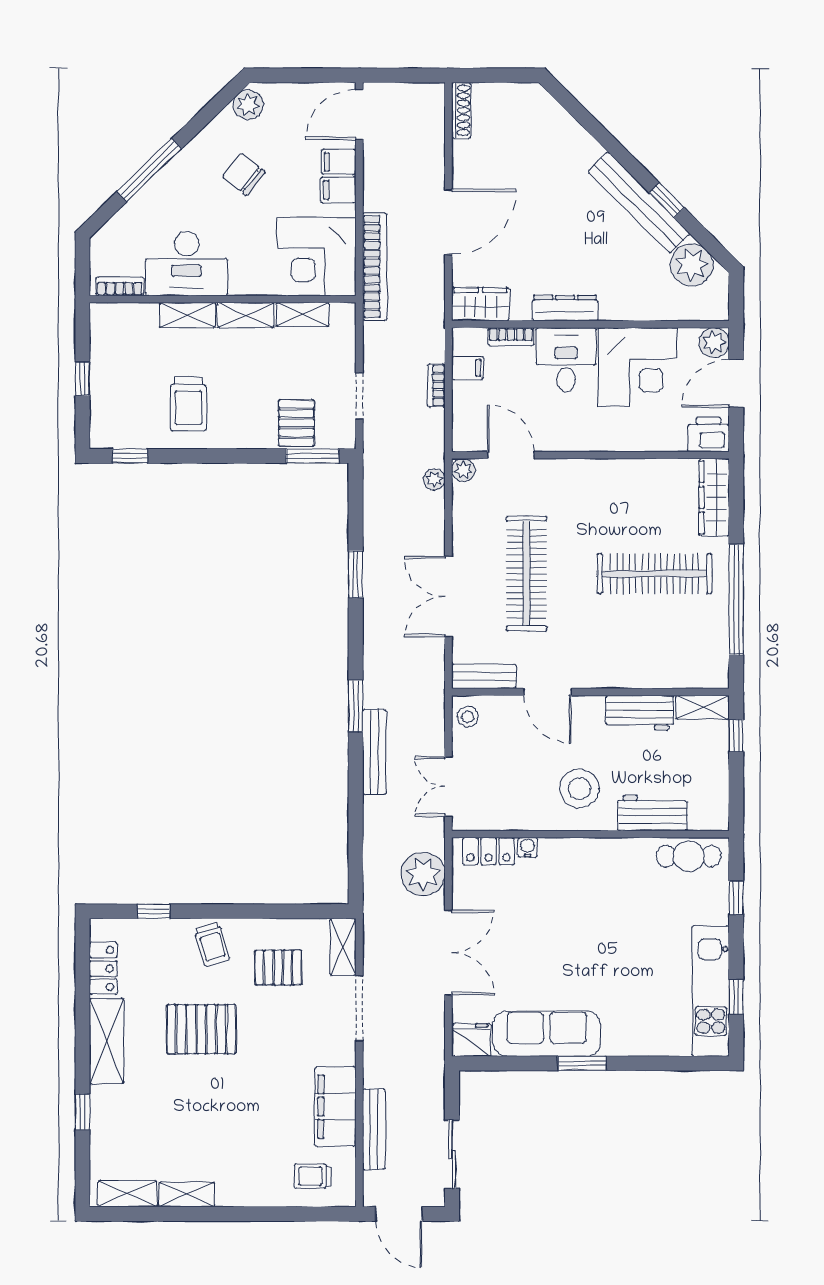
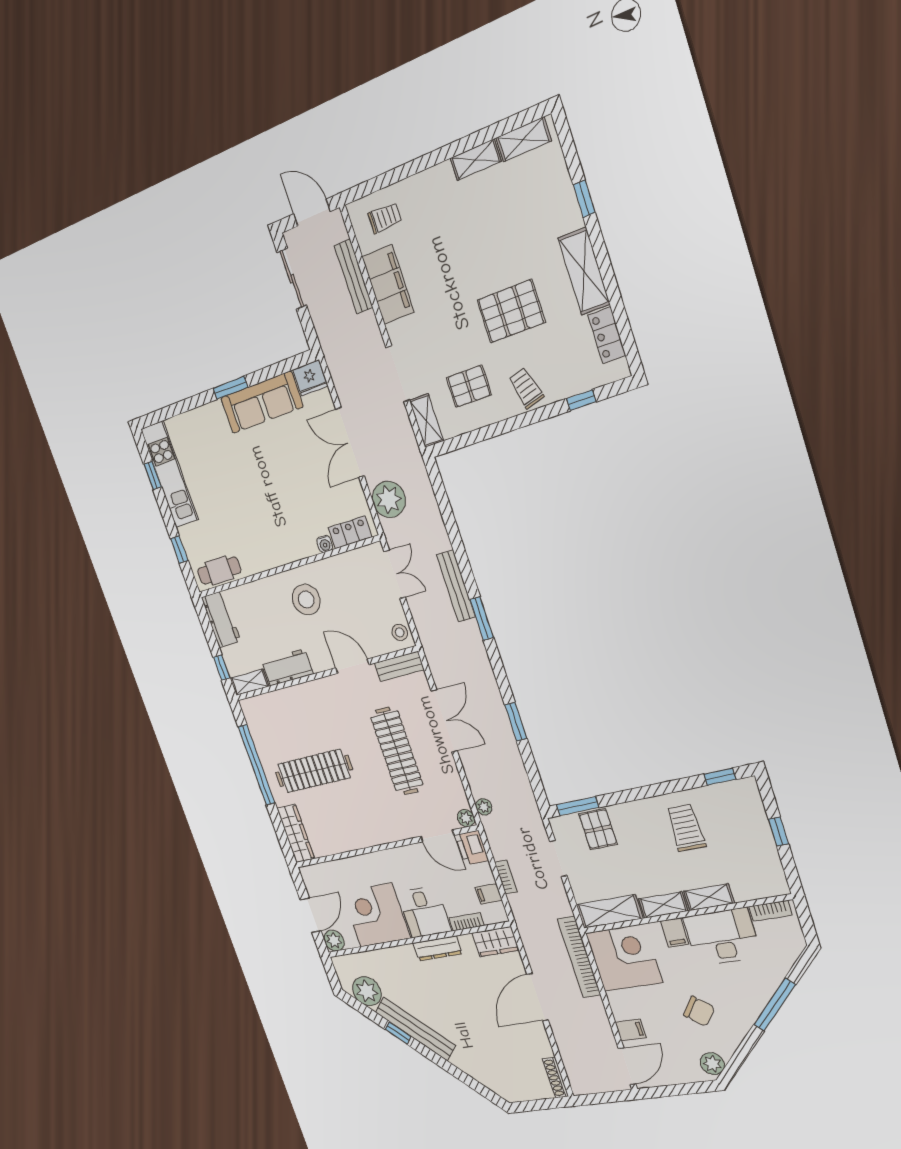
filing cabinet: (338, 190) -> (675, 933), moved, turned 90
shelving: (303, 314) -> (609, 911), width x1.50, depth x1.33
printer: (708, 435) -> (472, 848), moved, turned 90
workbench: (652, 813) -> (221, 619), moved, turned -90

